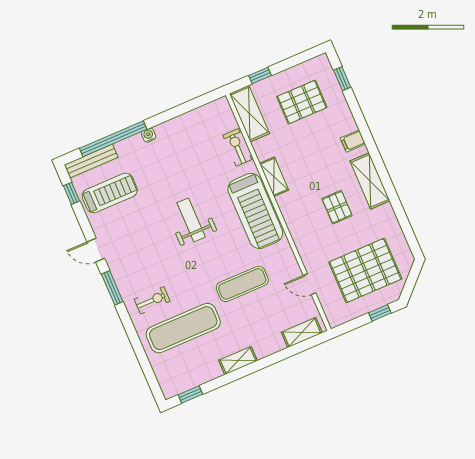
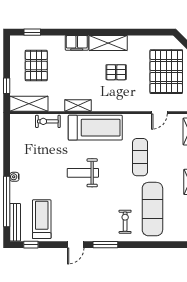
filing cabinet: (353, 141) -> (77, 43), width x2.00

